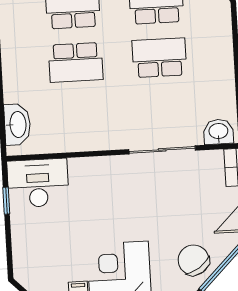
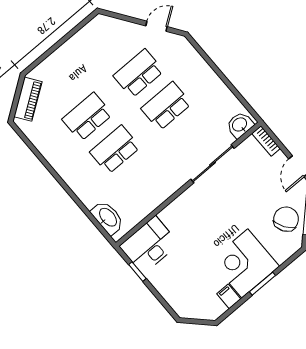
school desk: (76, 62) -> (115, 150), turned 180
chair: (194, 260) -> (286, 219), turned 91

